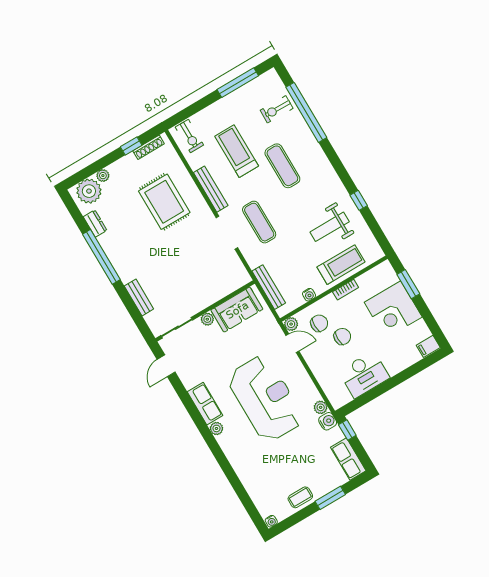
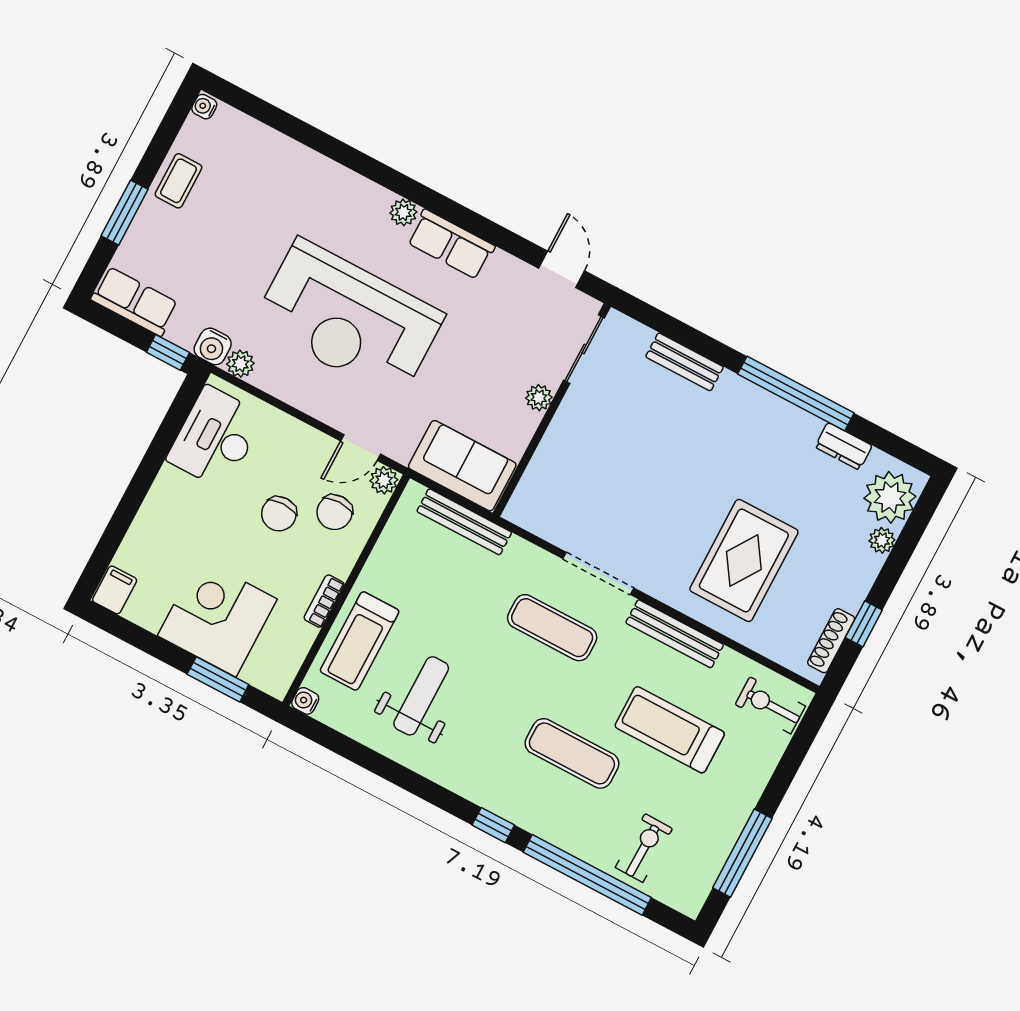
treadmill: (237, 151) -> (670, 730), turned 180
window: (359, 200) -> (493, 825), moved
rug: (164, 202) -> (744, 560), turned 90
water cooler: (309, 295) -> (305, 701), moved
sofa: (237, 310) -> (462, 466), moved, turned 90
desk: (364, 375) -> (215, 438), moved

